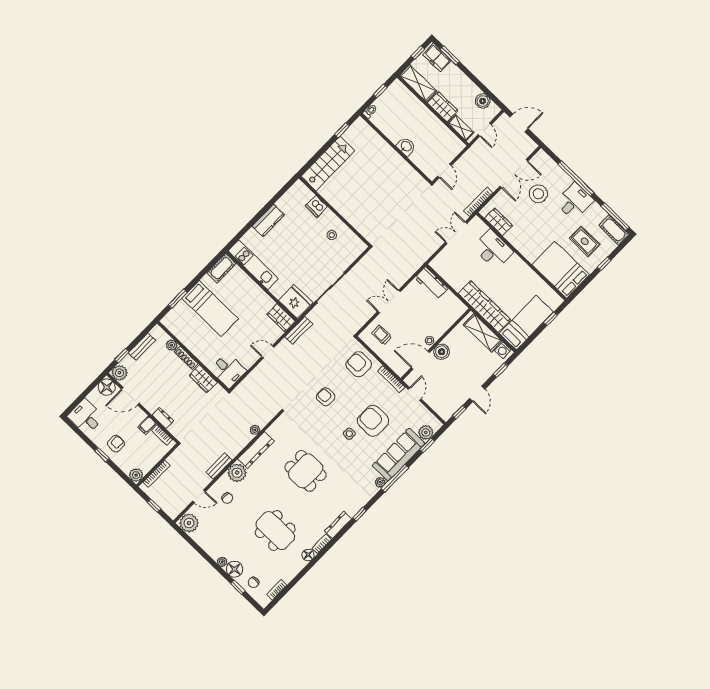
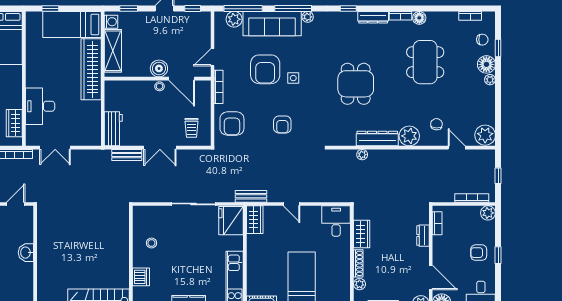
filing cabinet: (147, 425) -> (441, 242), removed
window: (427, 445) -> (243, 9), width x2.17
bench: (219, 466) -> (127, 155), moved

